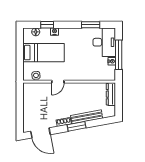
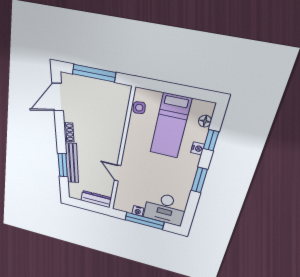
window: (91, 25) -> (199, 180), moved
door: (58, 82) -> (118, 173), moved
window: (20, 109) -> (94, 73), added
window: (77, 126) -> (63, 165), moved

